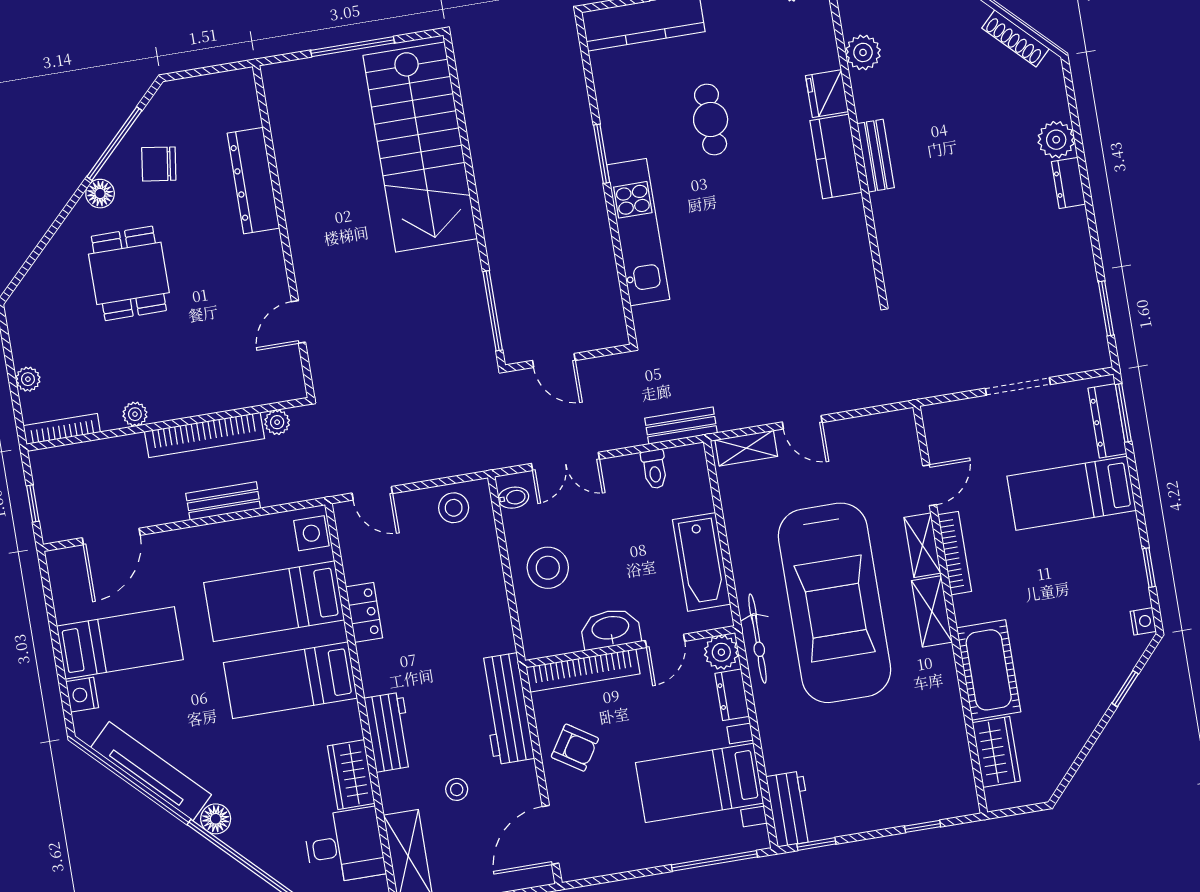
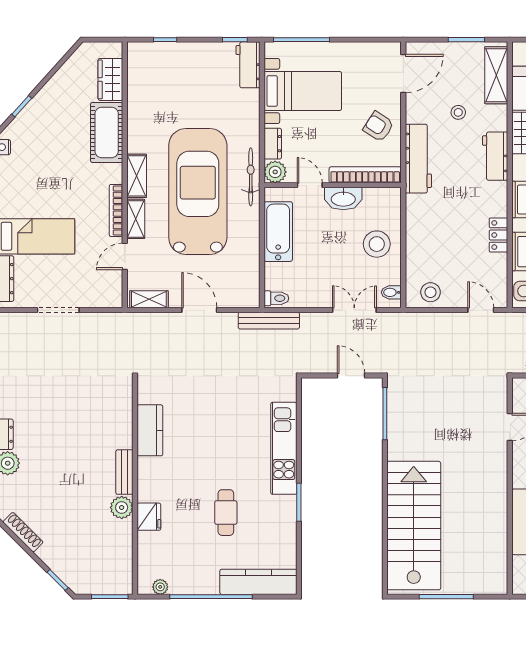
plant: (863, 52) -> (122, 507), moved
kitchen counter: (836, 157) -> (150, 430), moved
door: (802, 422) -> (199, 310), width x1.38
bench: (681, 426) -> (269, 321), width x1.36
shelving: (746, 448) -> (149, 299), moved
toilet: (654, 469) -> (276, 298), moved, turned 90
door: (665, 641) -> (310, 185), hinge flipped

